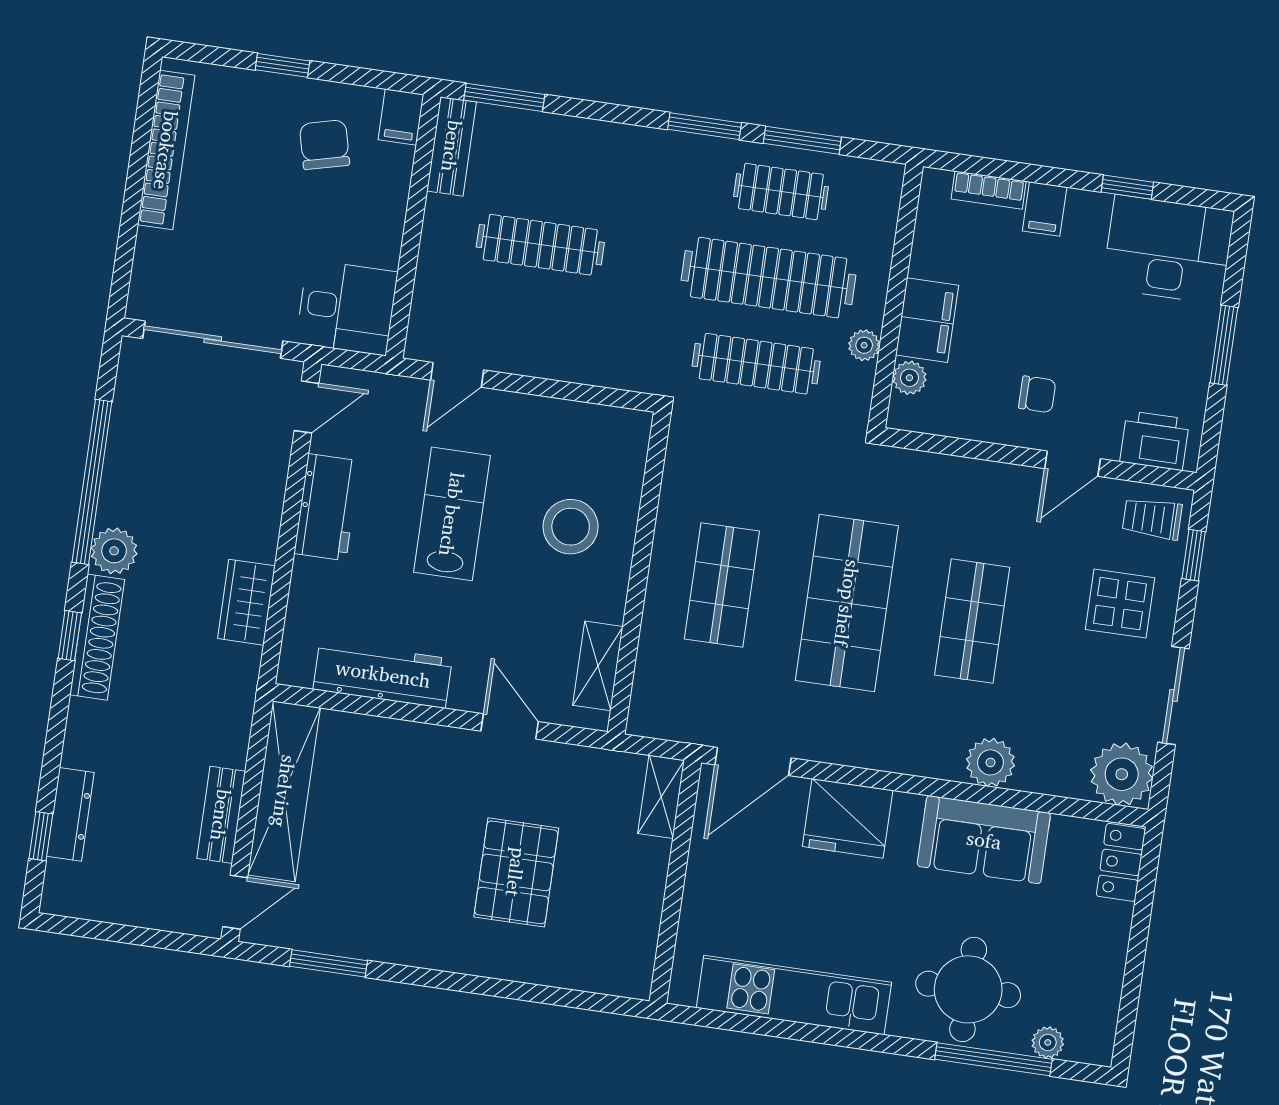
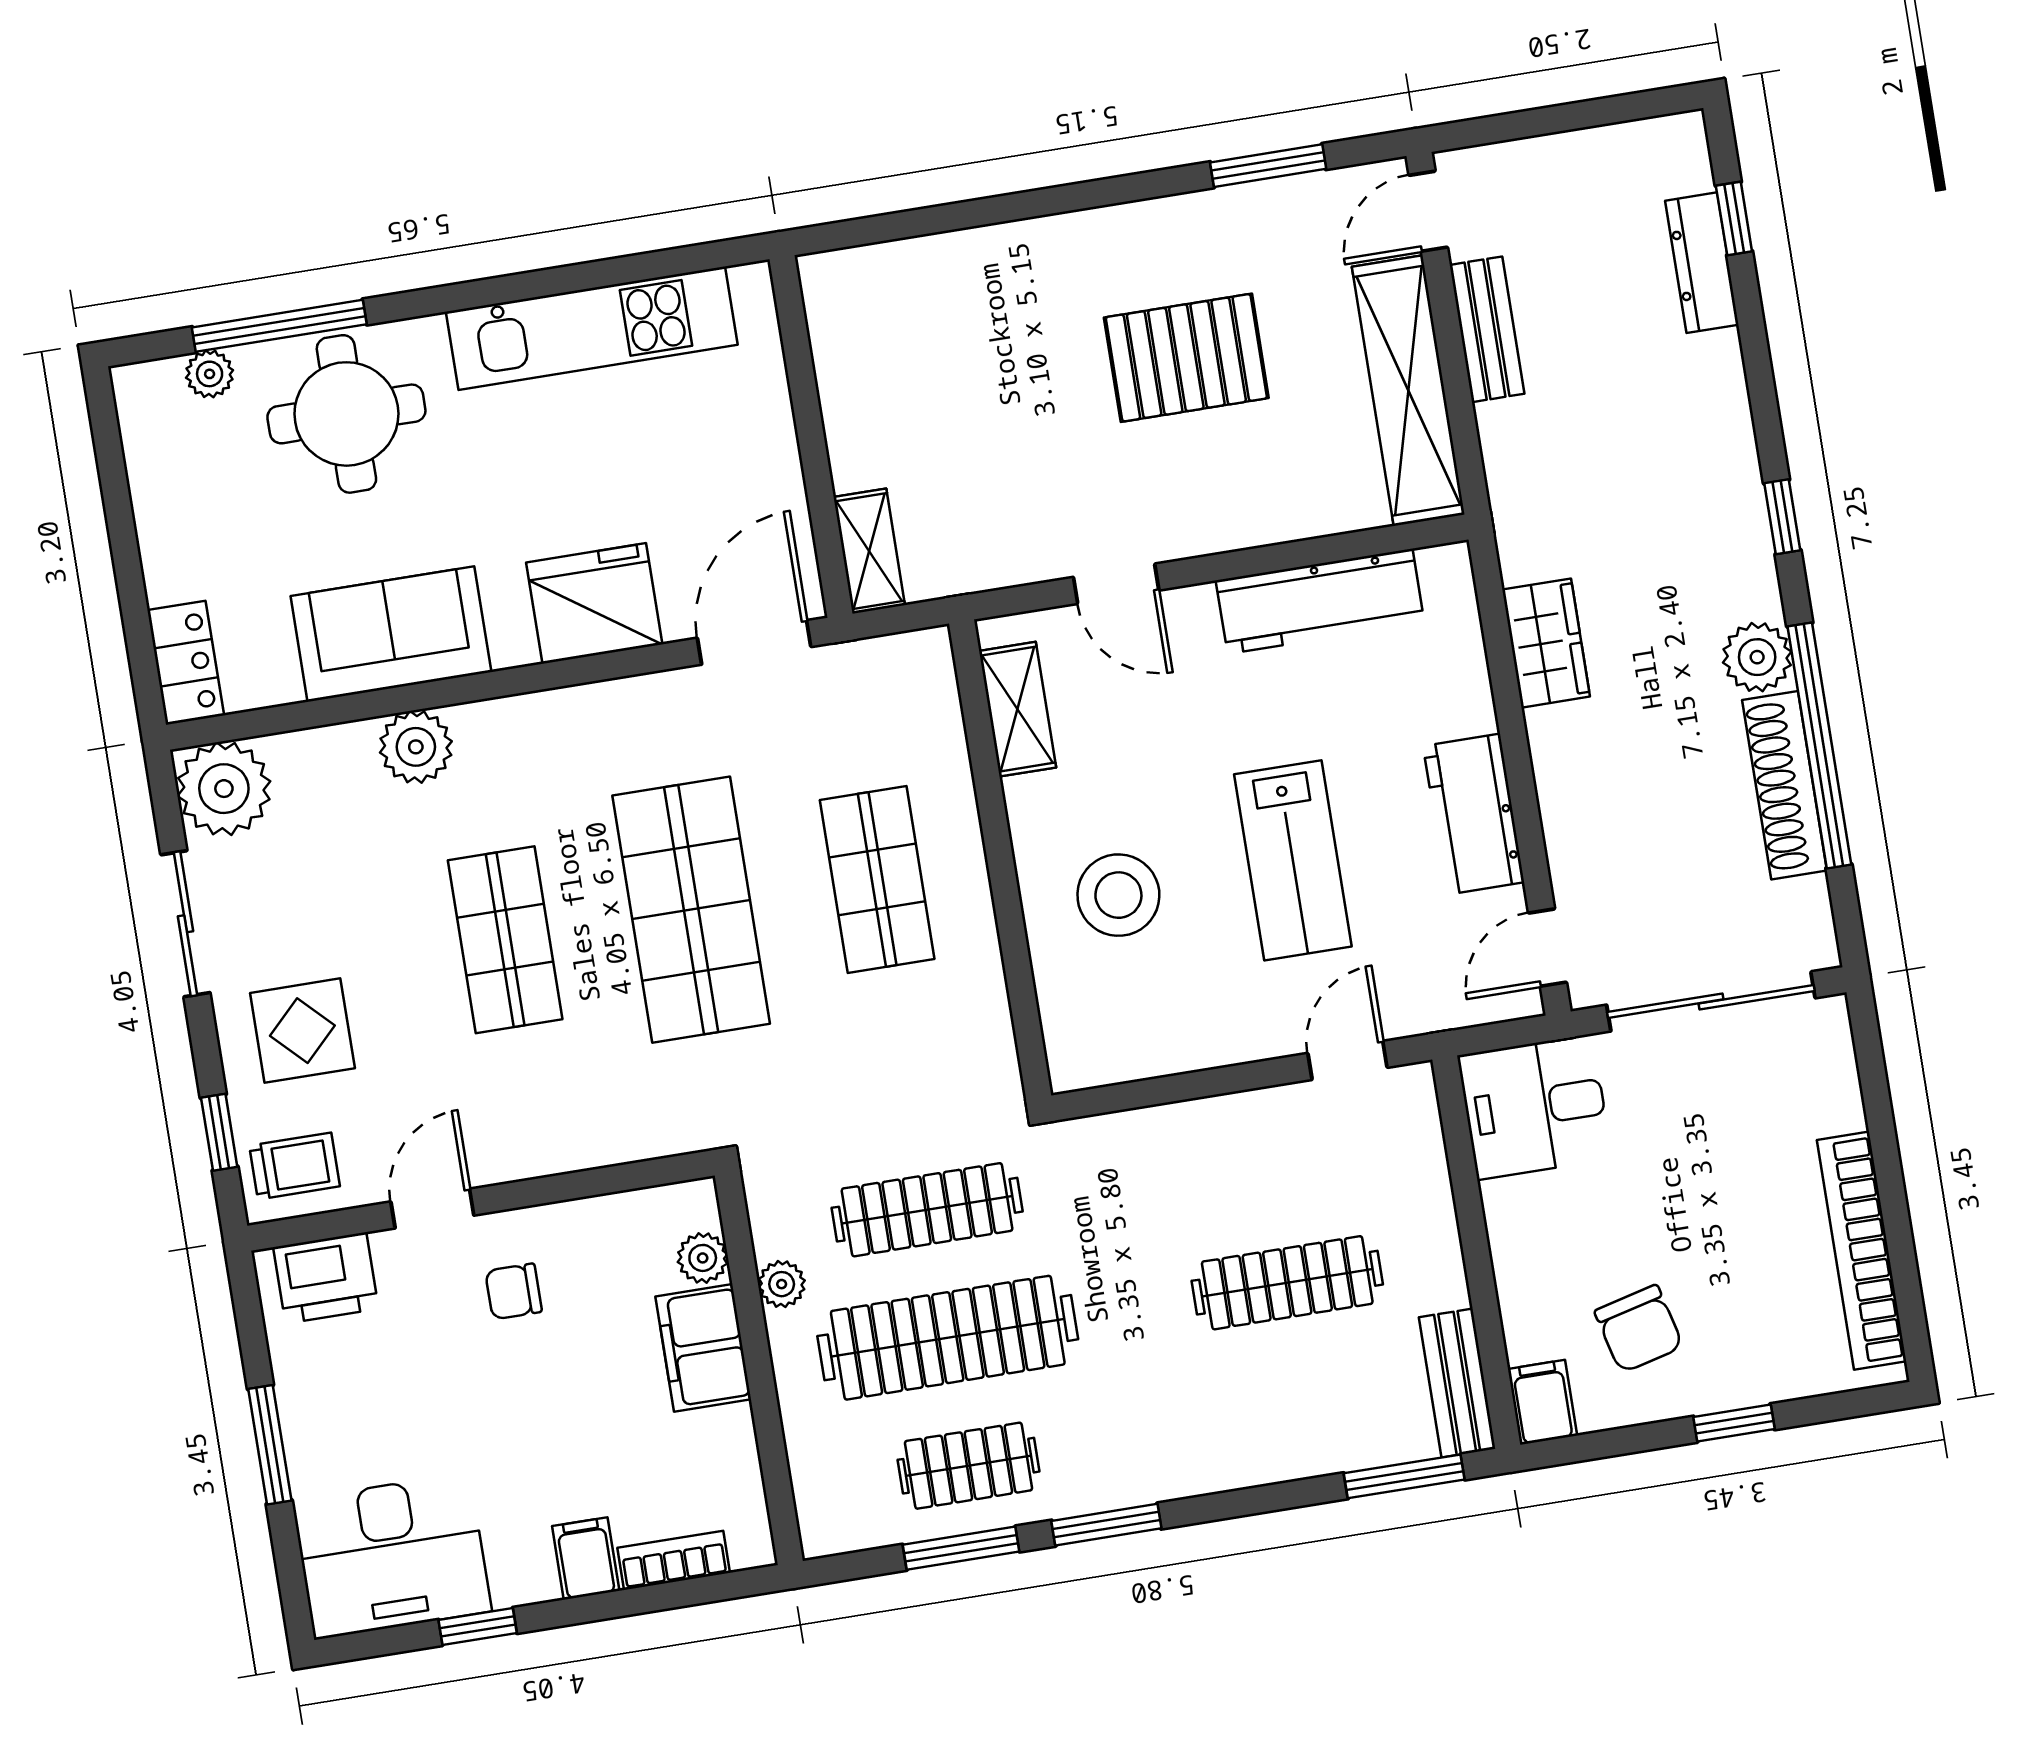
shoe rack: (97, 637) -> (1785, 785), moved
pallet: (516, 872) -> (1186, 358), moved, turned 90

